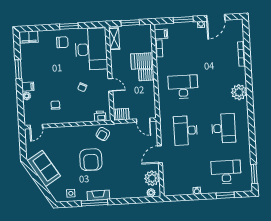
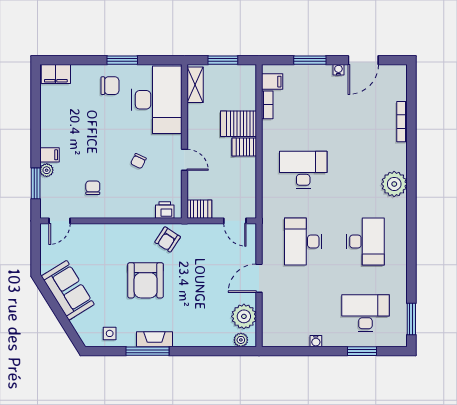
window: (18, 69) -> (36, 183), moved

